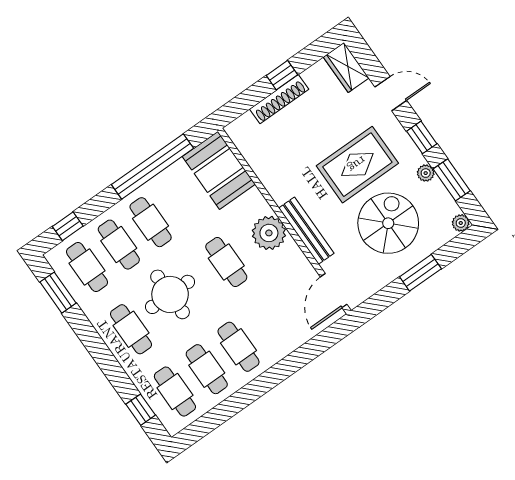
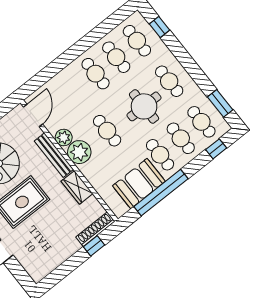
wardrobe: (346, 67) -> (77, 187), moved, turned 180
window: (282, 75) -> (94, 246), moved
shoe rack: (279, 99) -> (95, 229), moved
booth: (219, 170) -> (139, 184), moved, turned 90
plant: (291, 256) -> (64, 138), added

